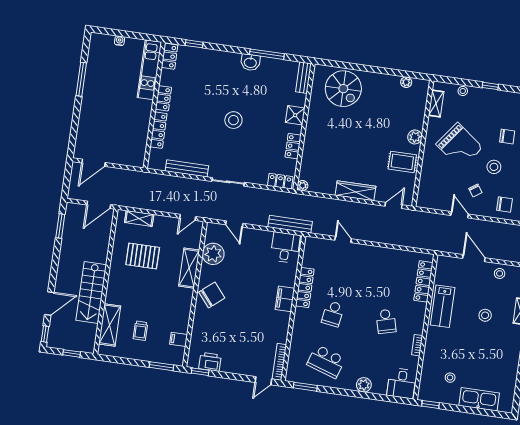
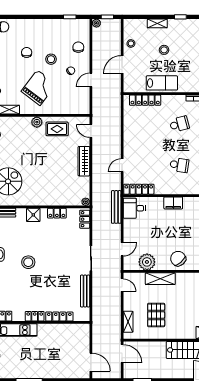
stool: (233, 120) -> (28, 262), moved
rug: (402, 162) -> (57, 129), turned 90
locker: (305, 287) -> (139, 189), moved

